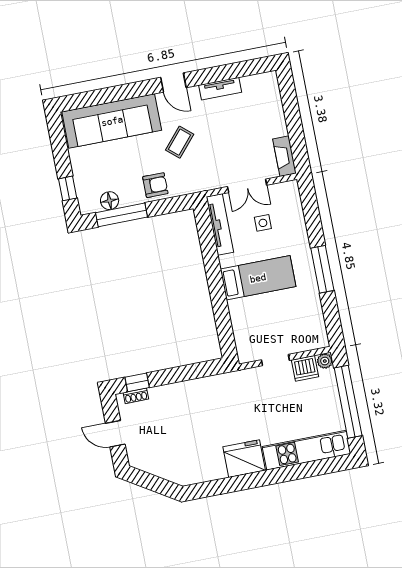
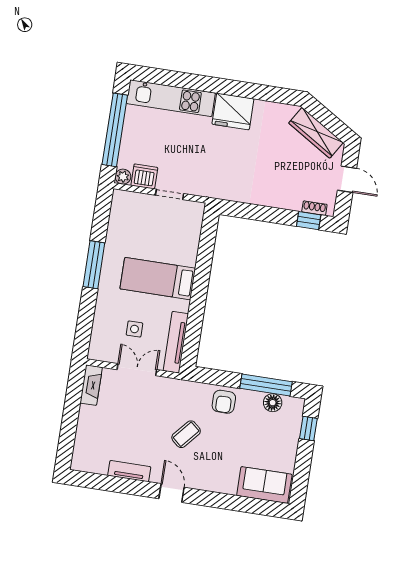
sofa: (112, 121) -> (264, 485), width x0.54, depth x0.79
armchair: (155, 185) -> (224, 402), turned -90
wardrobe: (160, 467) -> (316, 133), added

